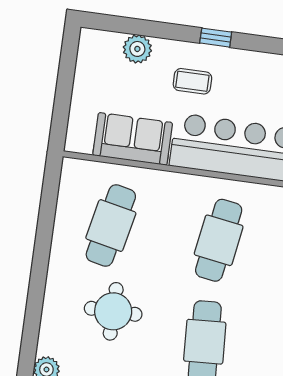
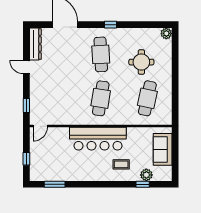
window: (216, 38) -> (143, 184), moved
sofa: (133, 139) -> (163, 149), moved, turned 90

